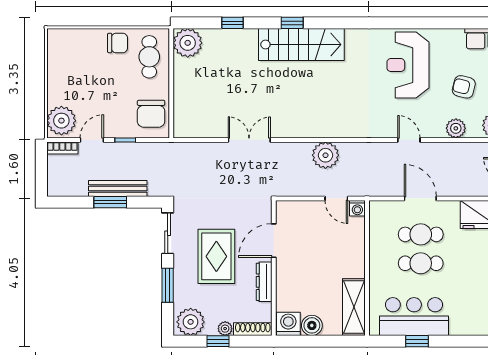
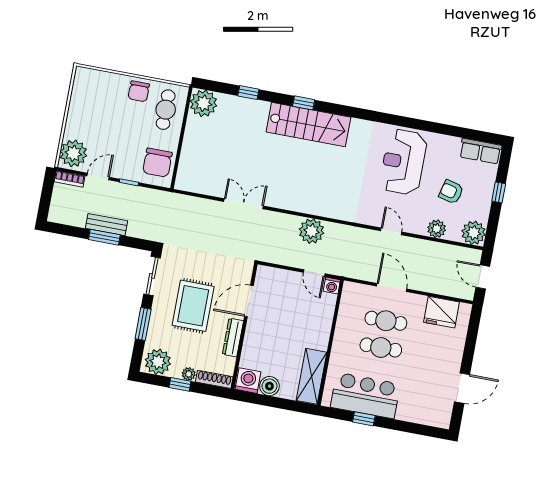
chair: (118, 43) -> (139, 91), turned 90
bench: (118, 188) -> (107, 225), width x0.73

